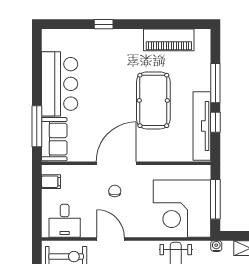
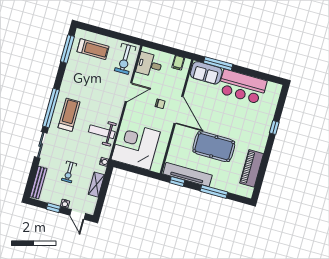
window: (215, 122) -> (177, 181), moved
window: (215, 199) -> (136, 170), removed

